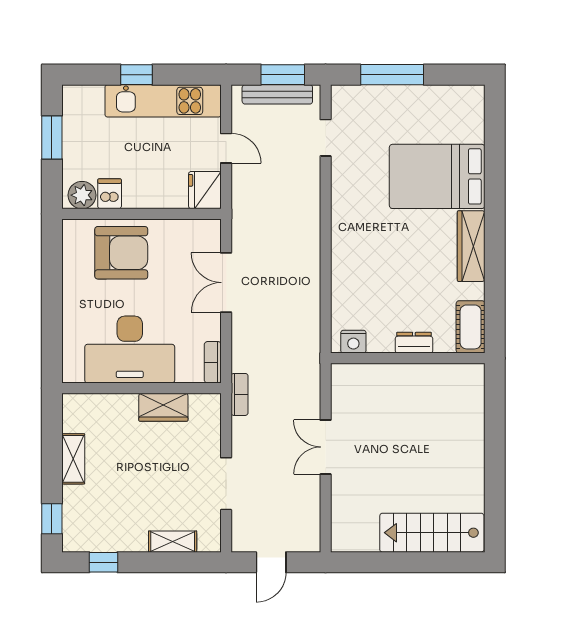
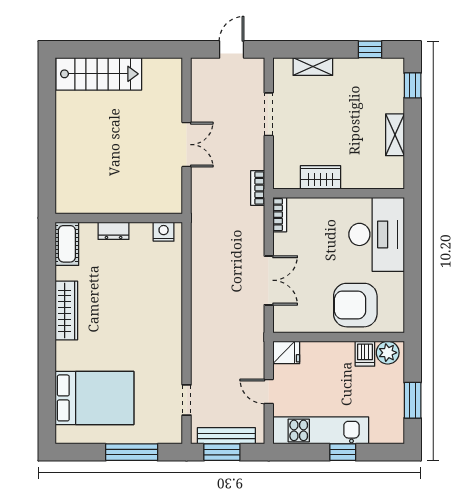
bed: (437, 176) -> (94, 398), moved
fridge: (205, 190) -> (286, 352), width x0.72
desk: (130, 350) -> (377, 234), moved, turned 90

